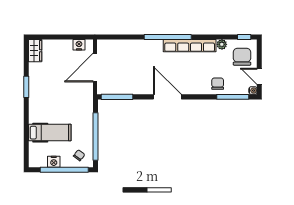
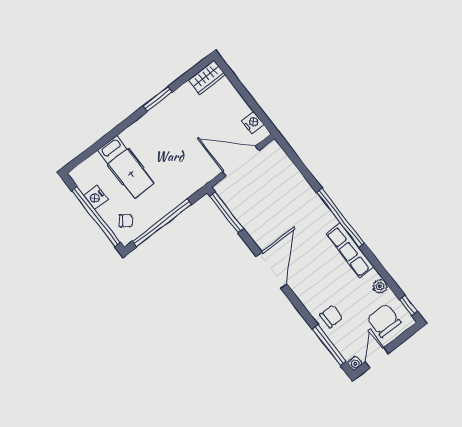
row of seats: (190, 46) -> (350, 250), width x0.73
chair: (242, 57) -> (384, 320), turned -90

